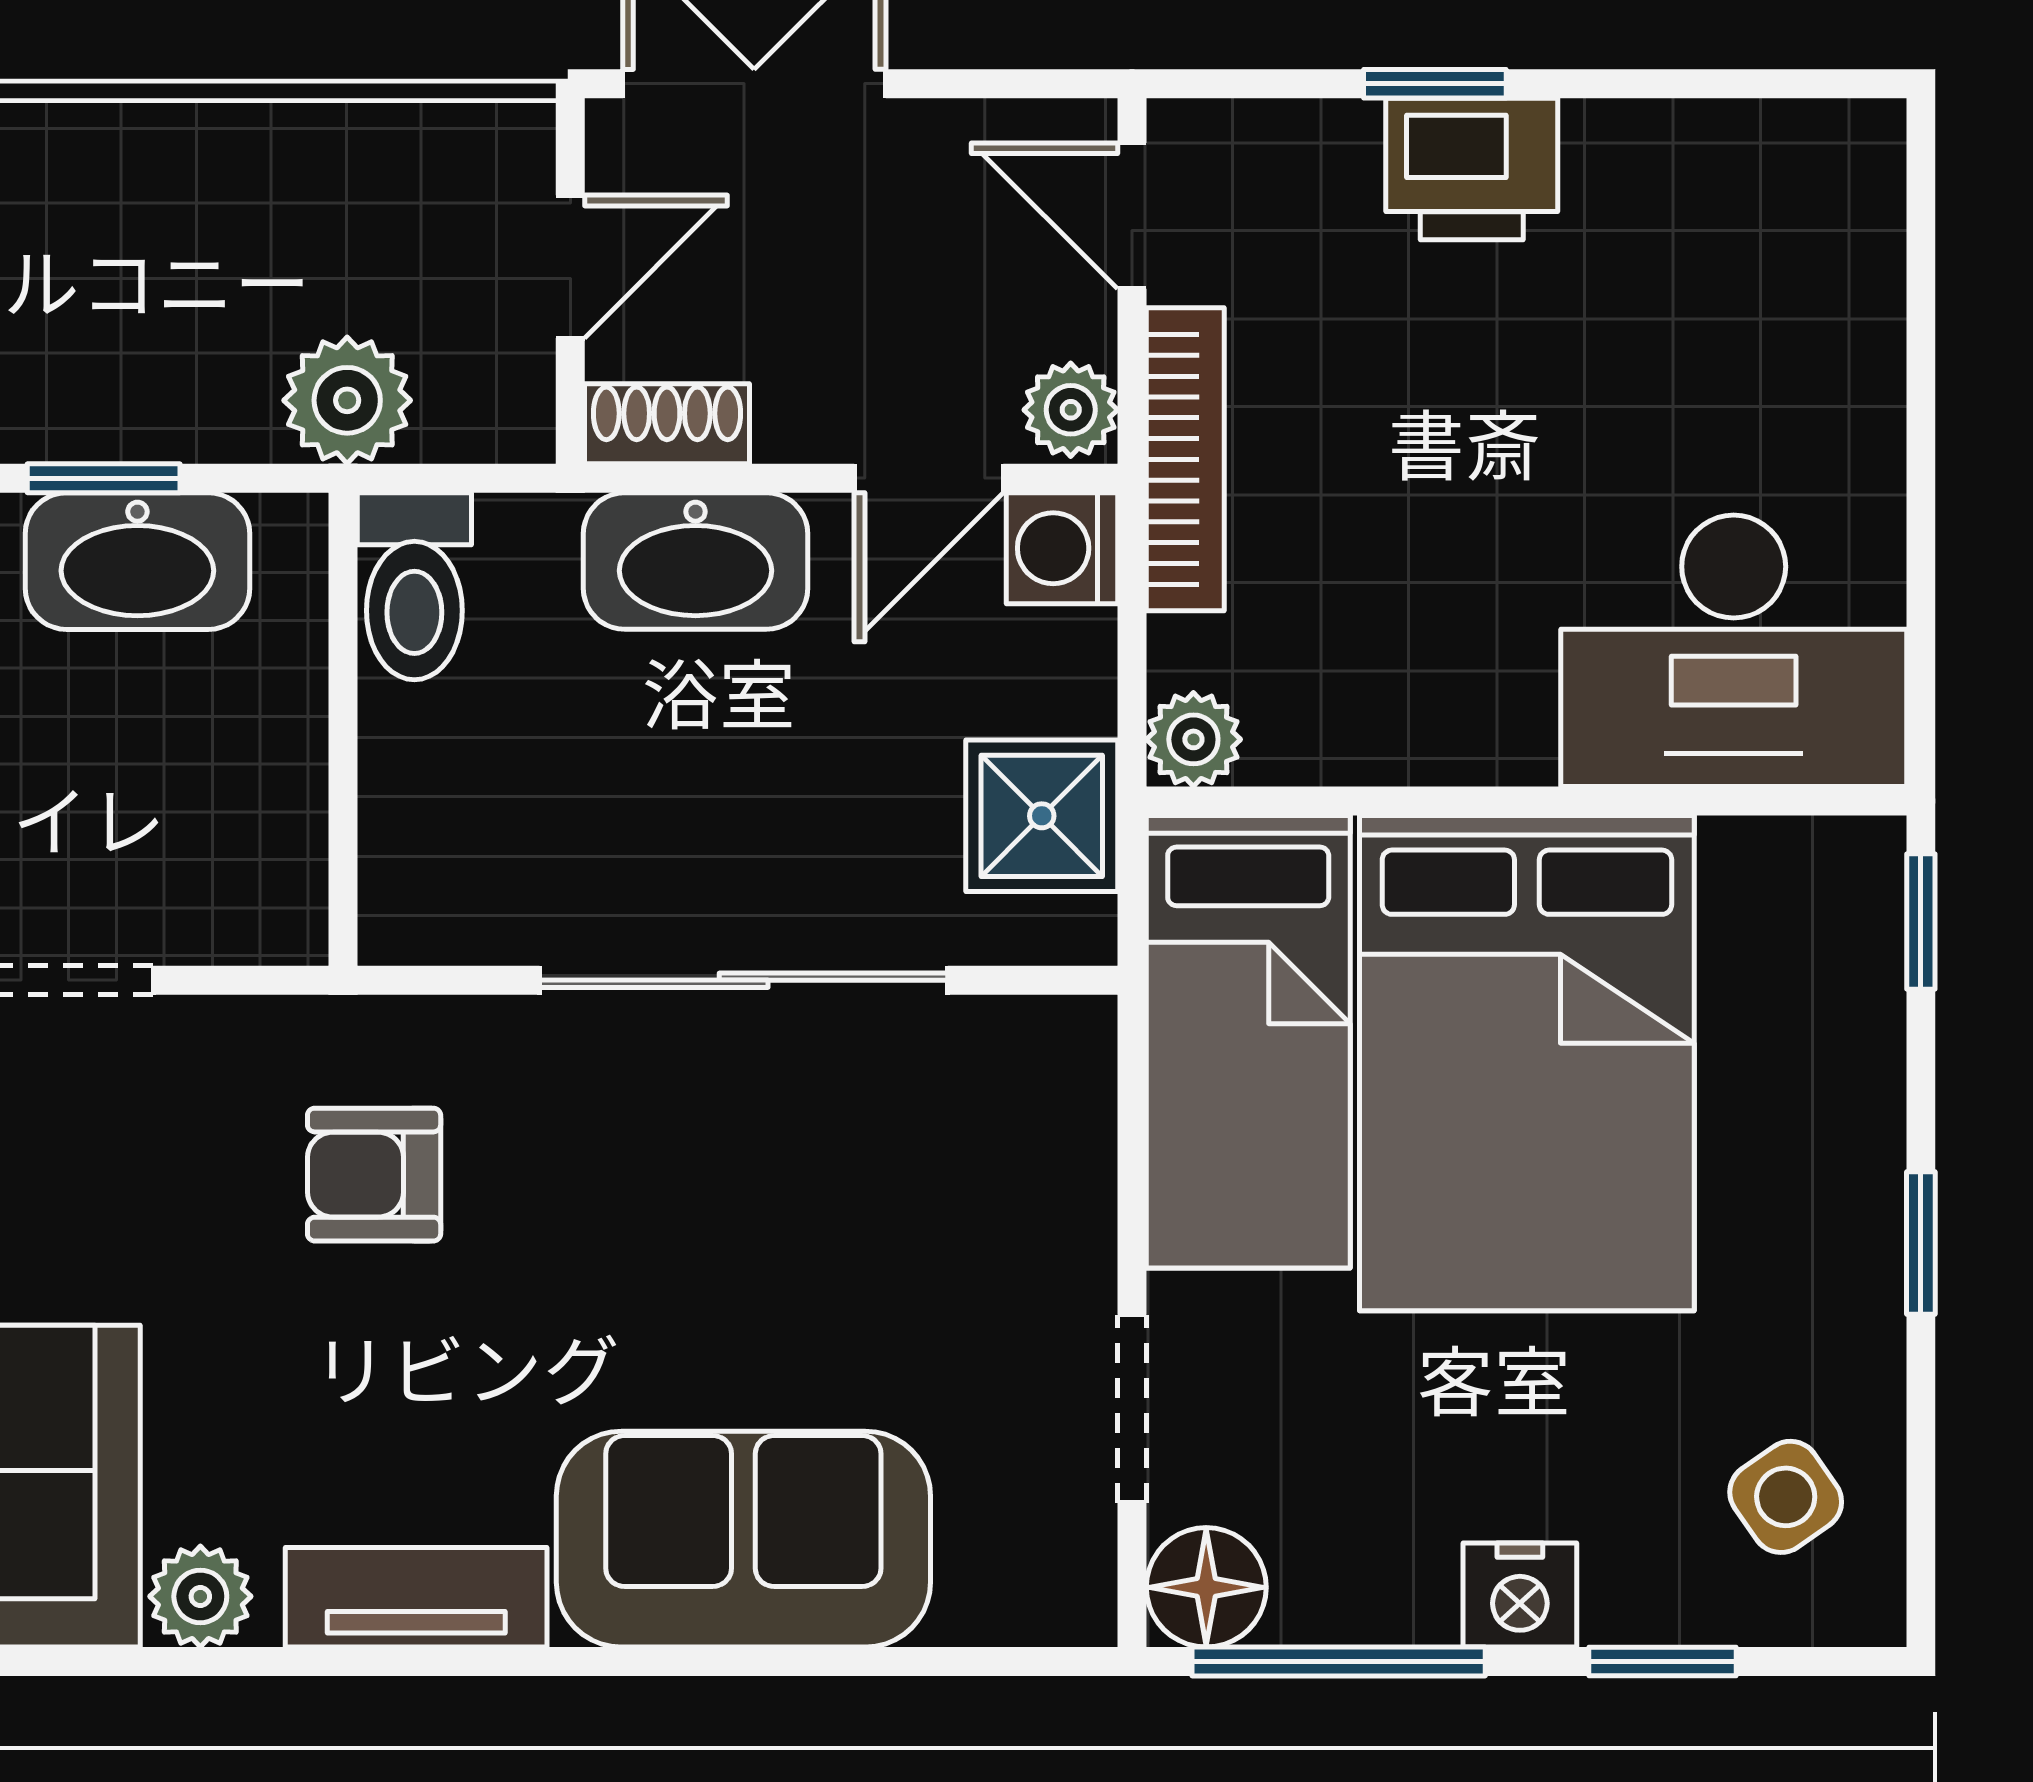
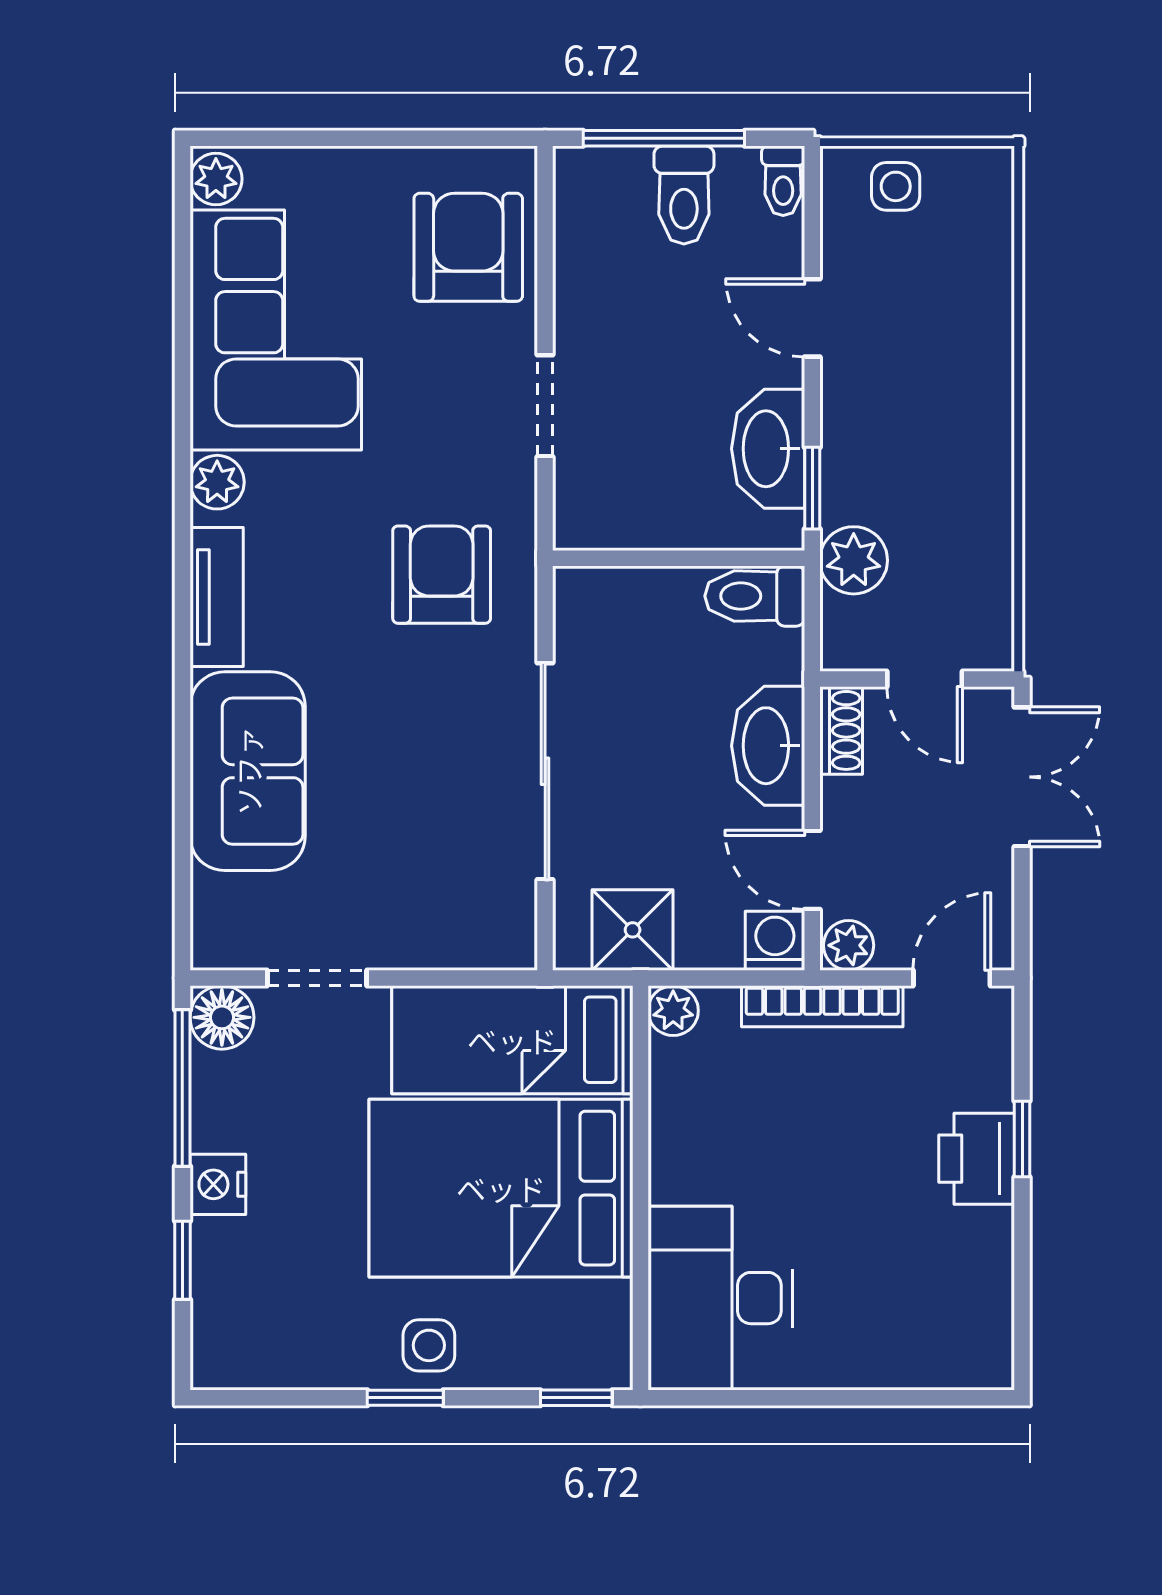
window: (104, 478) -> (812, 488), moved
armchair: (374, 1175) -> (442, 575), width x1.38, depth x1.38
side table: (1786, 1497) -> (429, 1345), moved, turned 35

